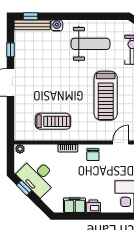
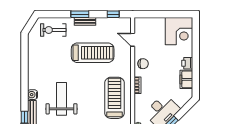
weight bench: (91, 44) -> (61, 99), moved
treadmill: (53, 121) -> (114, 98), width x1.37, depth x1.38

